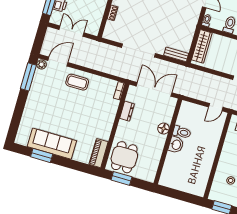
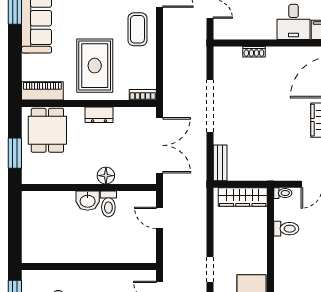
door: (216, 107) -> (159, 218), moved
dresser: (127, 111) -> (99, 115), moved
rug: (92, 116) -> (95, 66), added
dining table: (124, 157) -> (47, 130), turned 90
window: (122, 178) -> (15, 153), moved

